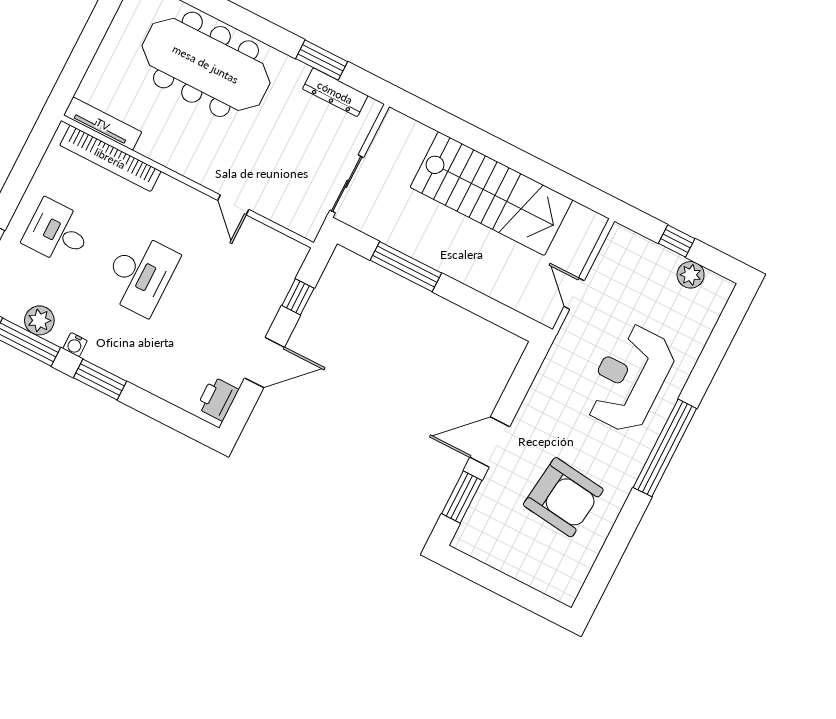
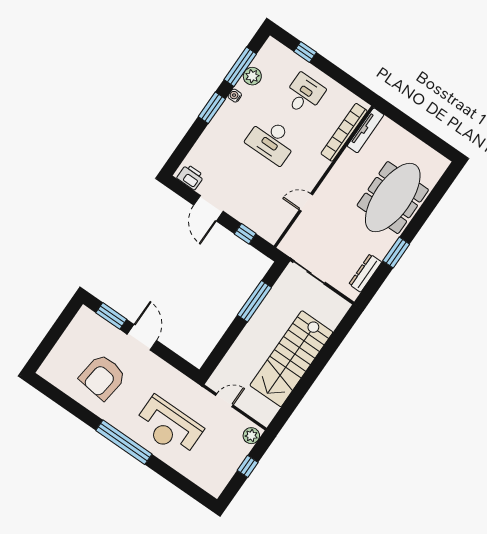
window: (322, 60) -> (396, 253), moved
plant: (691, 275) -> (251, 436), moved
reception desk: (629, 378) -> (169, 427), turned 180

